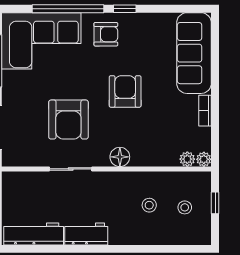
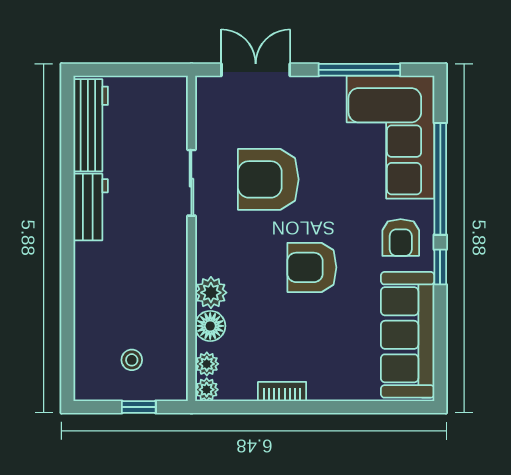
sofa: (194, 53) -> (408, 335), moved, turned -90
armchair: (125, 91) -> (312, 267), turned 180
plant: (141, 156) -> (211, 293), added
floor lamp: (120, 157) -> (210, 326), moved
stool: (149, 205) -> (135, 305), removed

